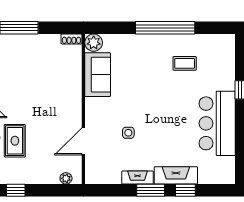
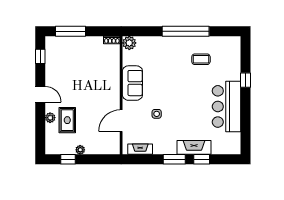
sofa: (98, 75) -> (132, 83), moved
plant: (66, 178) -> (80, 150), moved
fireplace: (138, 178) -> (140, 149), moved

